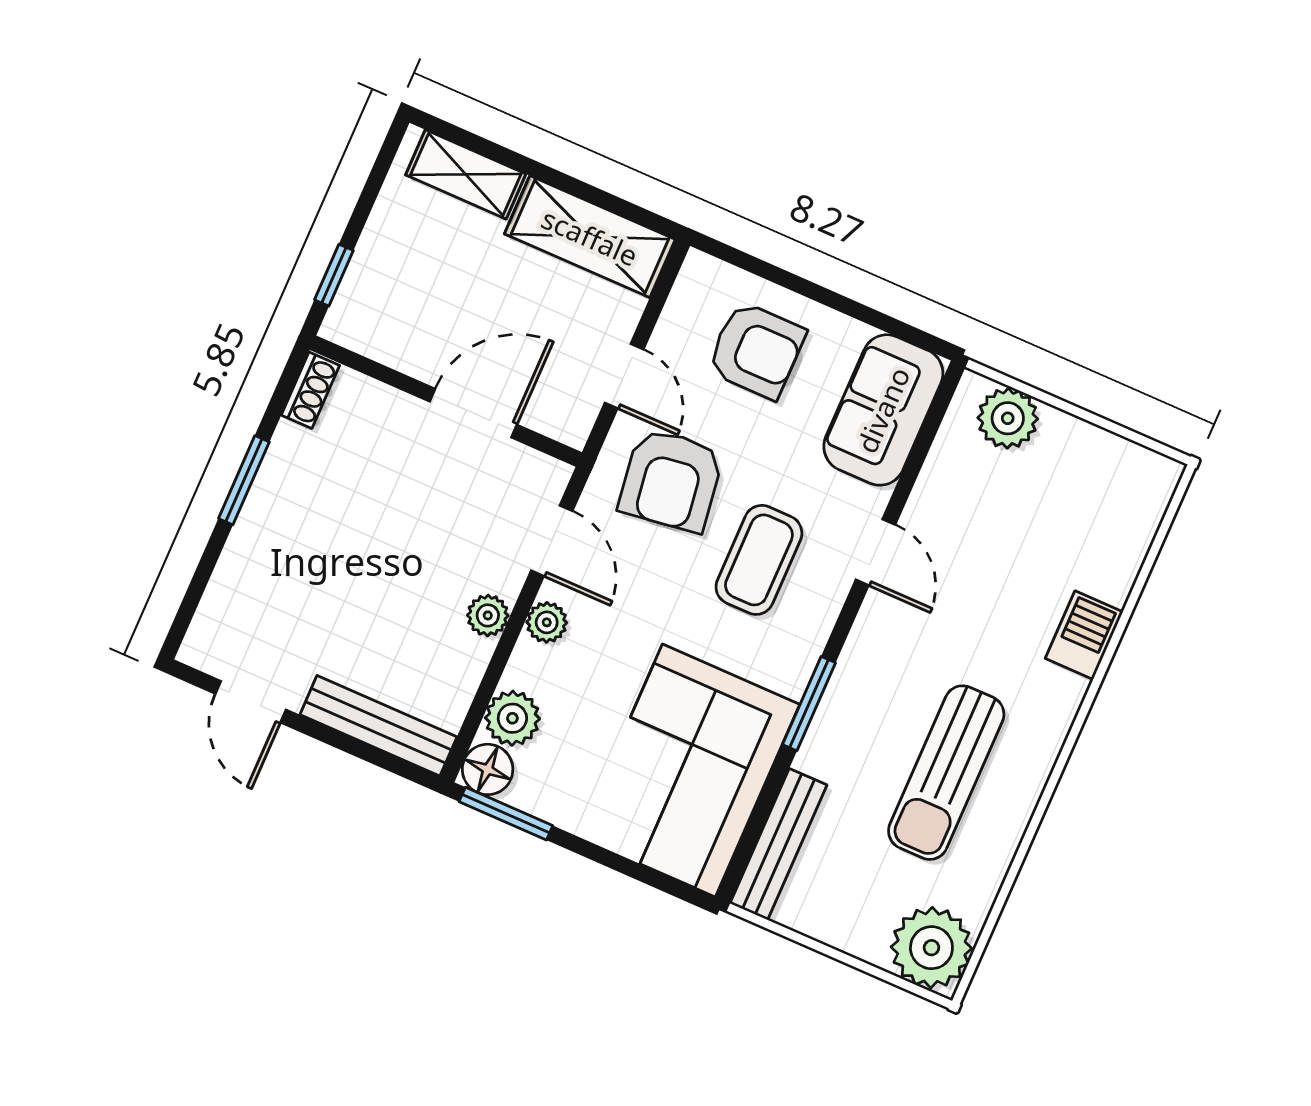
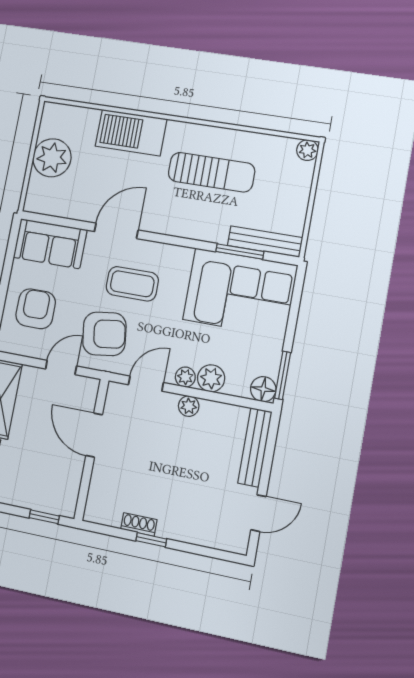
shoe rack: (310, 390) -> (139, 524), moved
plant: (1008, 418) -> (52, 158), moved, width x1.36, depth x1.36
window: (244, 480) -> (151, 540), width x0.67
door: (875, 552) -> (116, 231), width x1.38
barbecue: (1084, 635) -> (131, 133), width x1.88, depth x1.53
window: (809, 704) -> (240, 251), moved
plant: (512, 718) -> (211, 378), moved
plant: (931, 948) -> (307, 150), width x0.53, depth x0.53

